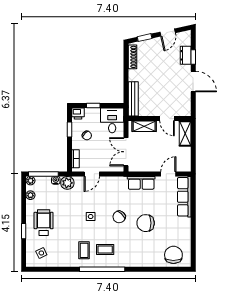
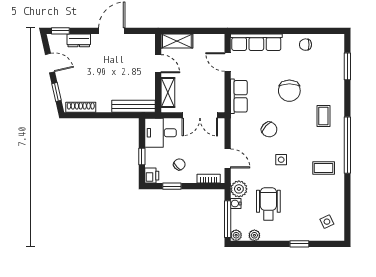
window: (193, 57) -> (60, 31), moved
door: (167, 119) -> (158, 64), hinge flipped
chair: (119, 217) -> (269, 129), moved
wheelchair: (44, 223) -> (268, 204), moved, turned 90
coffee table: (105, 249) -> (323, 116), moved
chair: (173, 255) -> (305, 45), moved, width x0.54, depth x0.54
window: (165, 269) -> (347, 66), added

